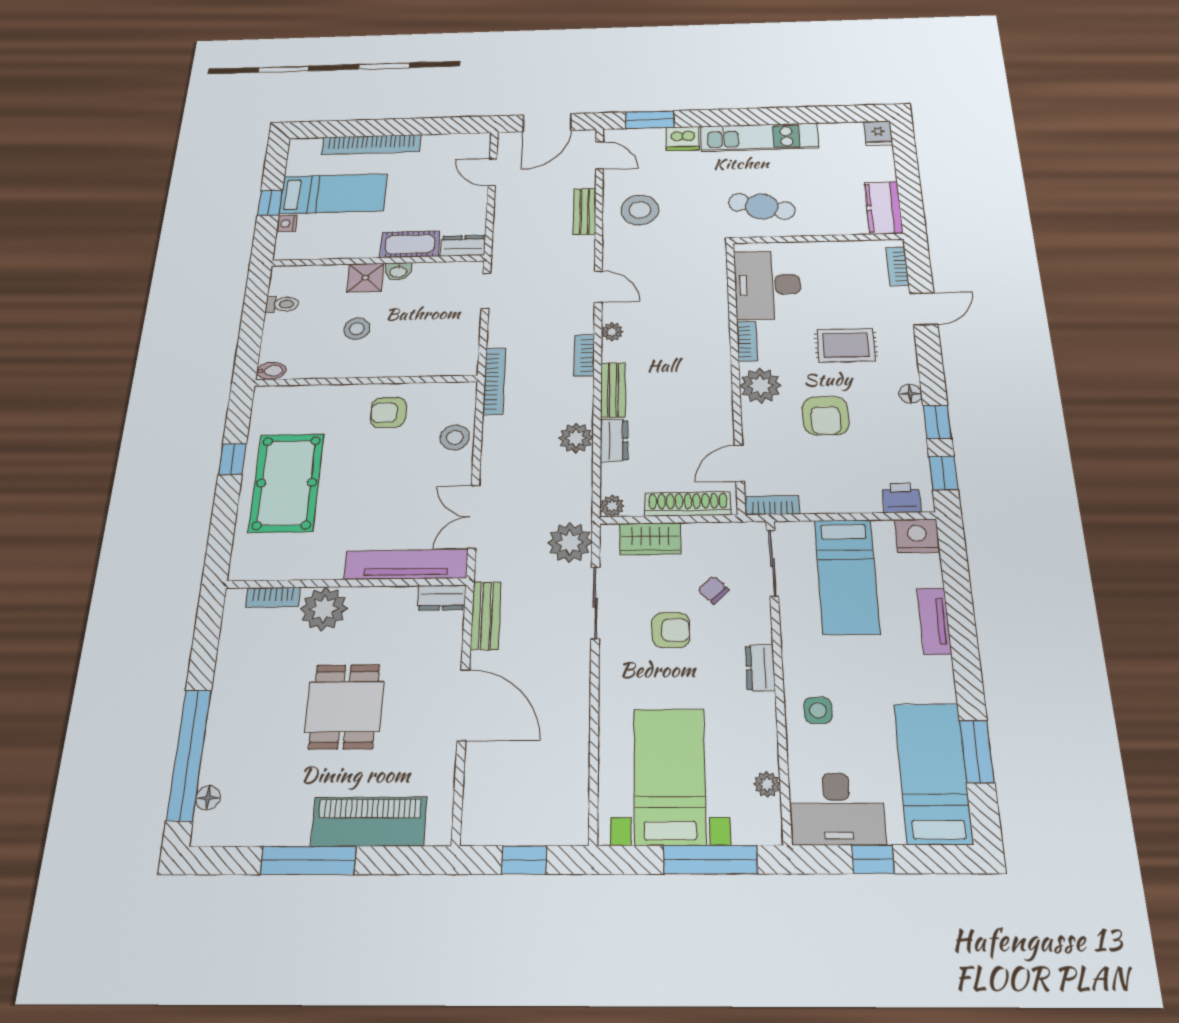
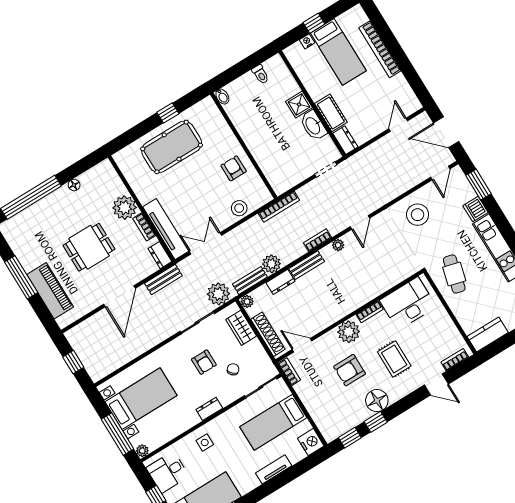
bench: (585, 211) -> (250, 280), moved
washbasin: (398, 271) -> (313, 126), width x1.91, depth x1.45
stool: (357, 329) -> (269, 121), removed
floor lamp: (910, 394) -> (377, 401), width x1.89, depth x1.89
printer: (901, 498) -> (326, 426), removed
bookcase: (273, 597) -> (144, 227), moved
plant: (767, 784) -> (142, 451), moved
floor lamp: (208, 798) -> (74, 185), moved
desk: (837, 809) -> (168, 472), width x0.73

